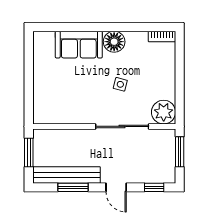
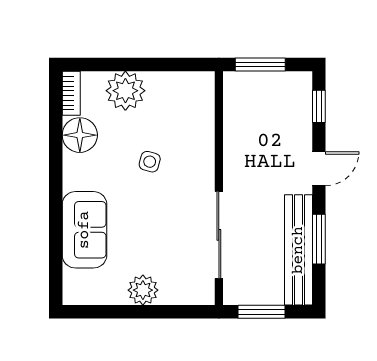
floor lamp: (114, 42) -> (80, 135), moved
plant: (42, 80) -> (143, 290), added
plant: (164, 112) -> (125, 91), moved
sliding door: (122, 126) -> (219, 235), moved

